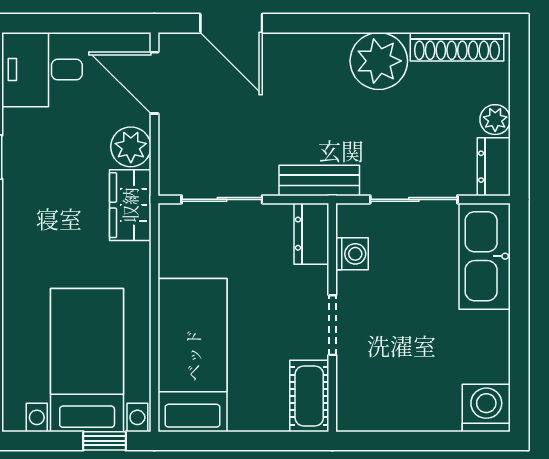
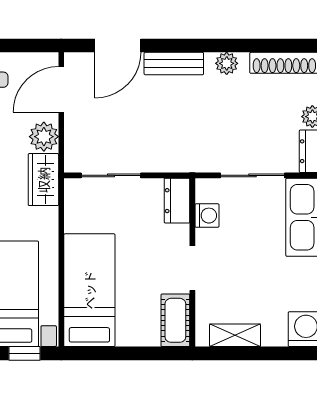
door: (231, 23) -> (118, 46), hinge flipped
plant: (379, 61) -> (227, 63), width x0.53, depth x0.53
door: (154, 83) -> (61, 89), hinge flipped
bench: (319, 180) -> (174, 64), moved
shelving: (390, 416) -> (235, 335), added

